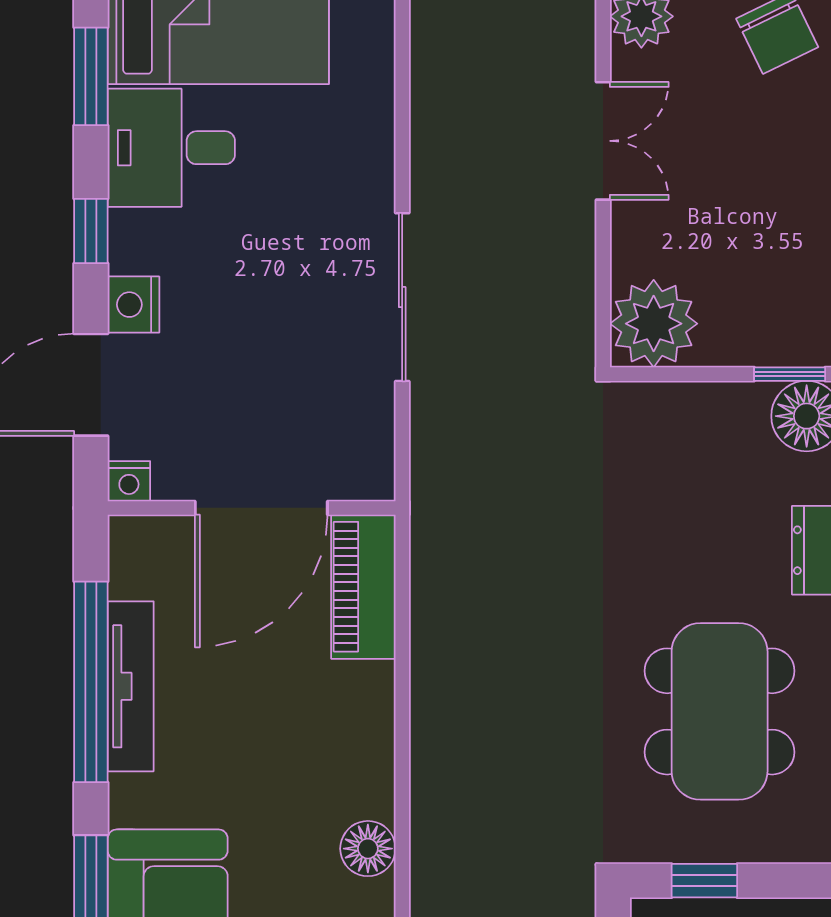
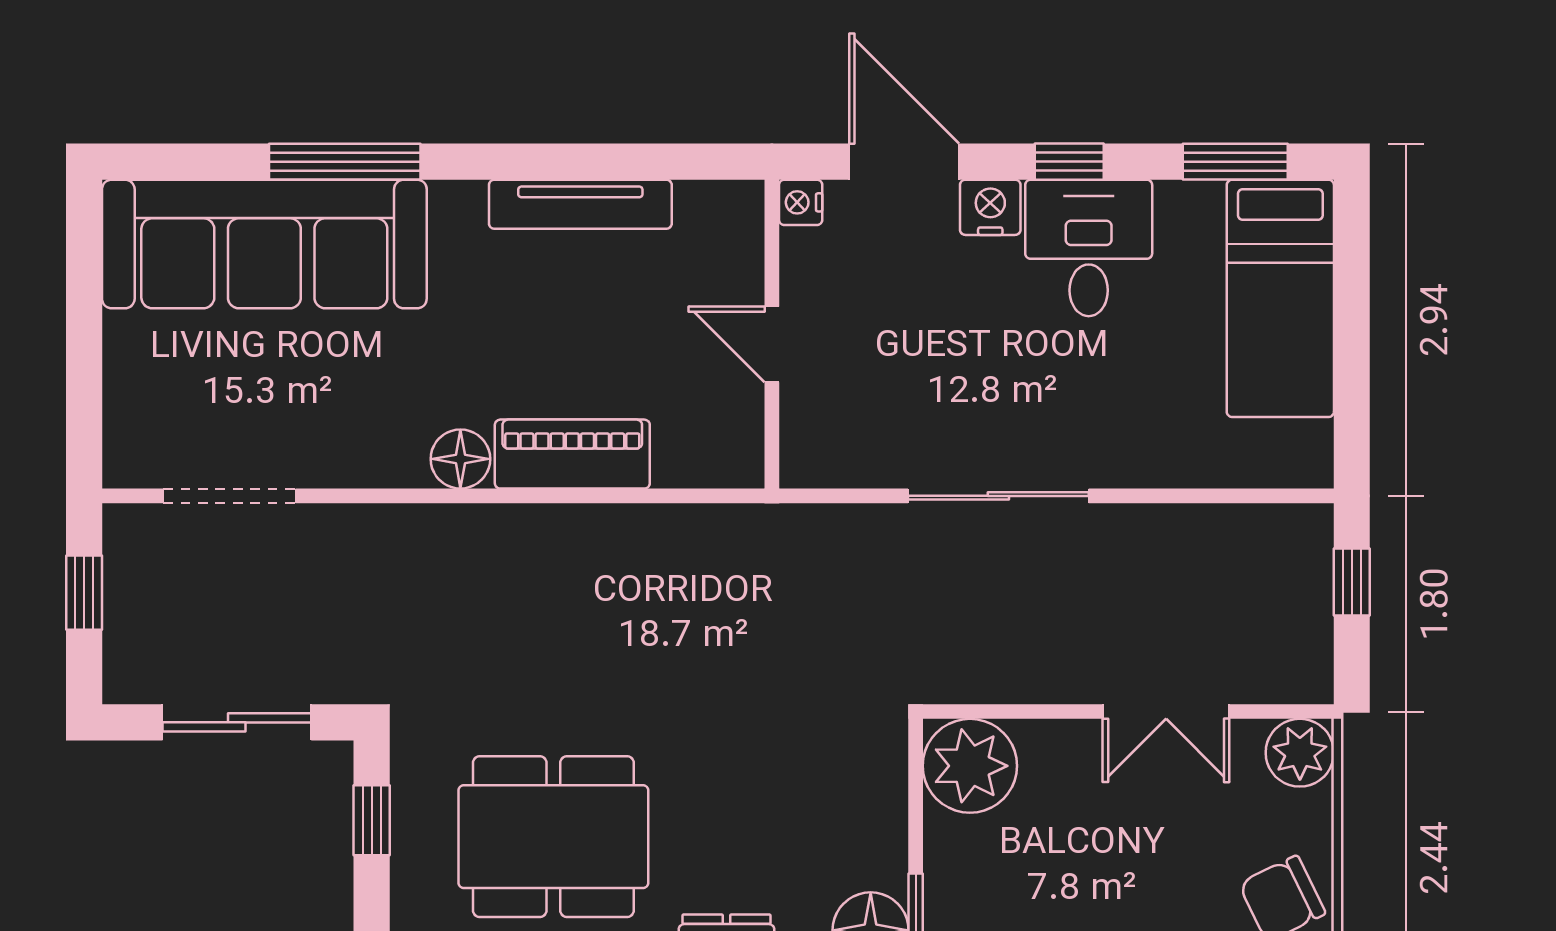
desk: (171, 148) -> (1089, 248), moved
door: (261, 508) -> (772, 344), width x0.53
piano: (363, 587) -> (572, 454), moved
window: (91, 682) -> (585, 162), removed
floor lamp: (368, 849) -> (460, 459), moved

